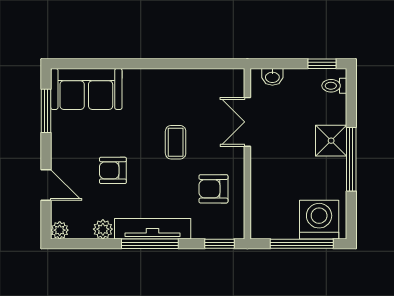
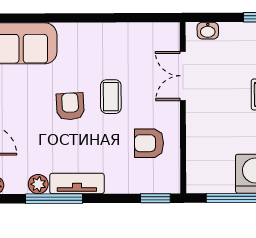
armchair: (113, 170) -> (70, 106), moved, turned 87
tv unit: (153, 229) -> (77, 184), width x0.71
window: (150, 244) -> (54, 199), moved

